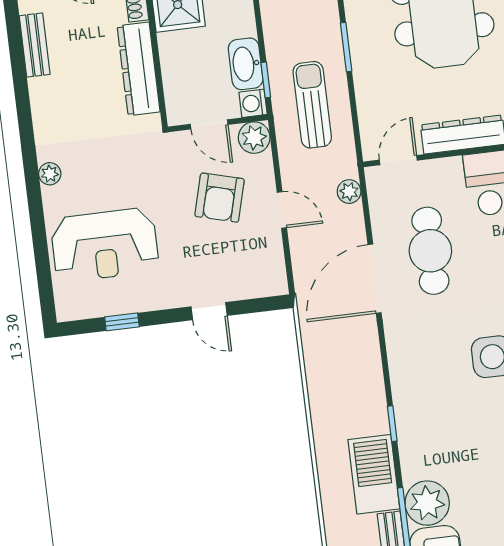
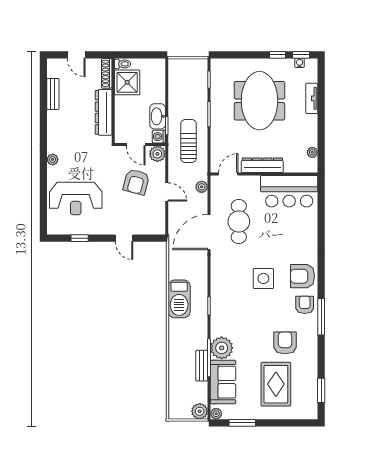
barbecue: (374, 474) -> (179, 299), moved, turned 180

